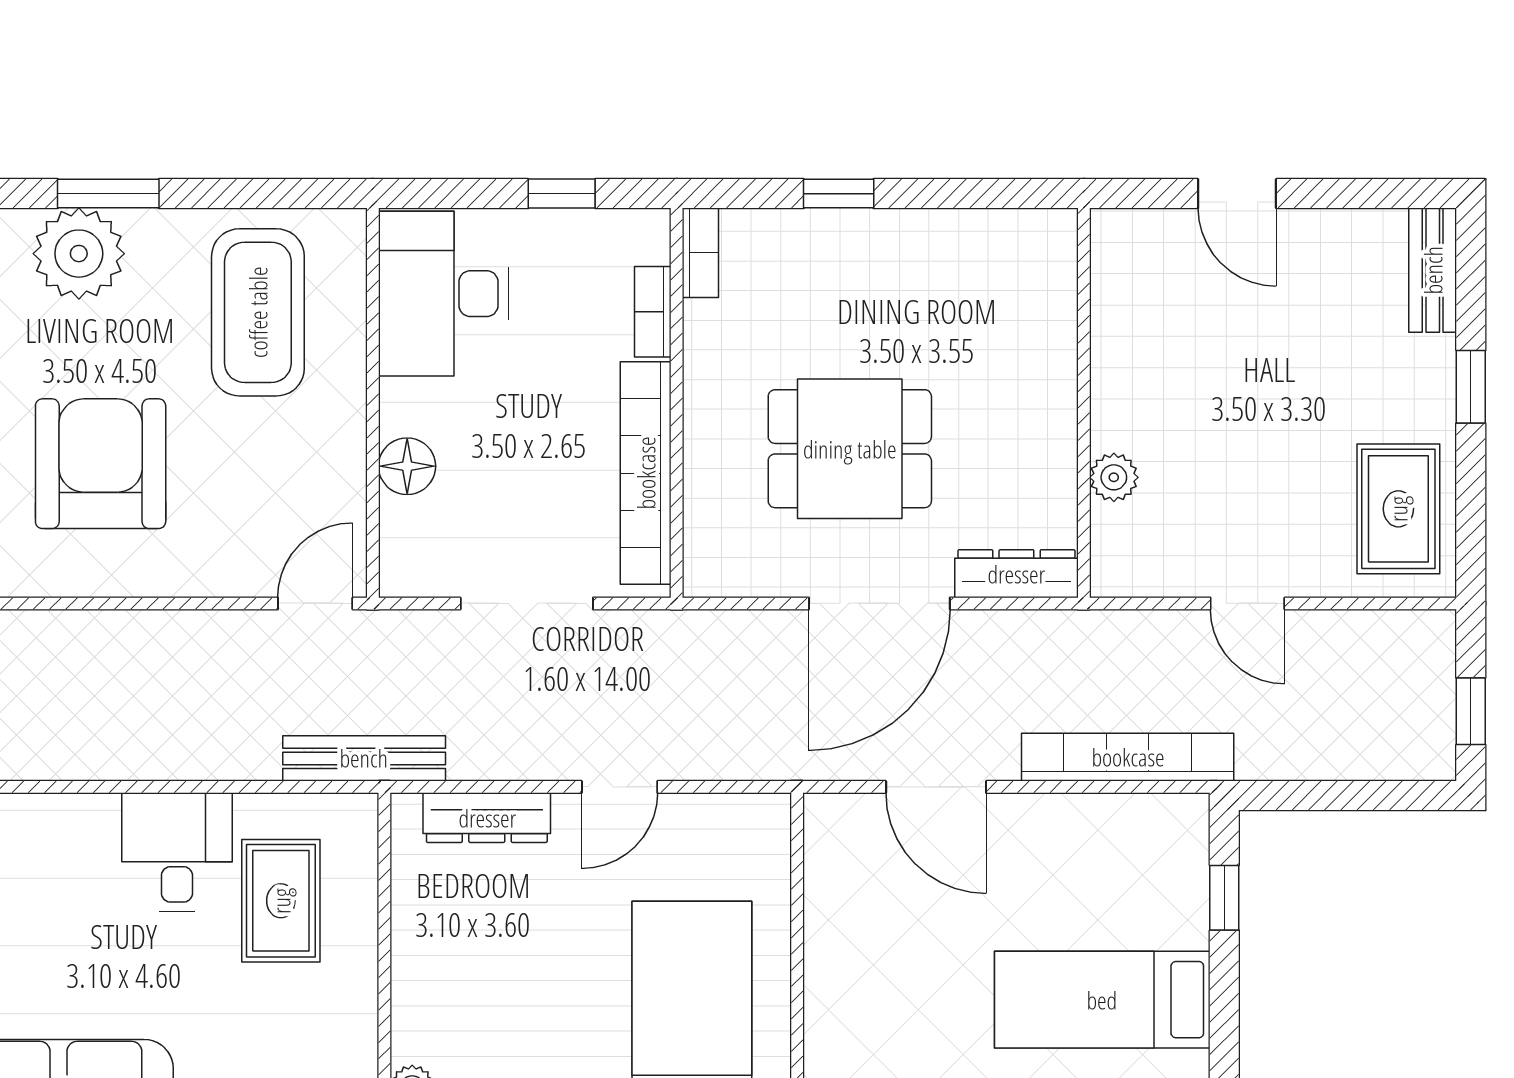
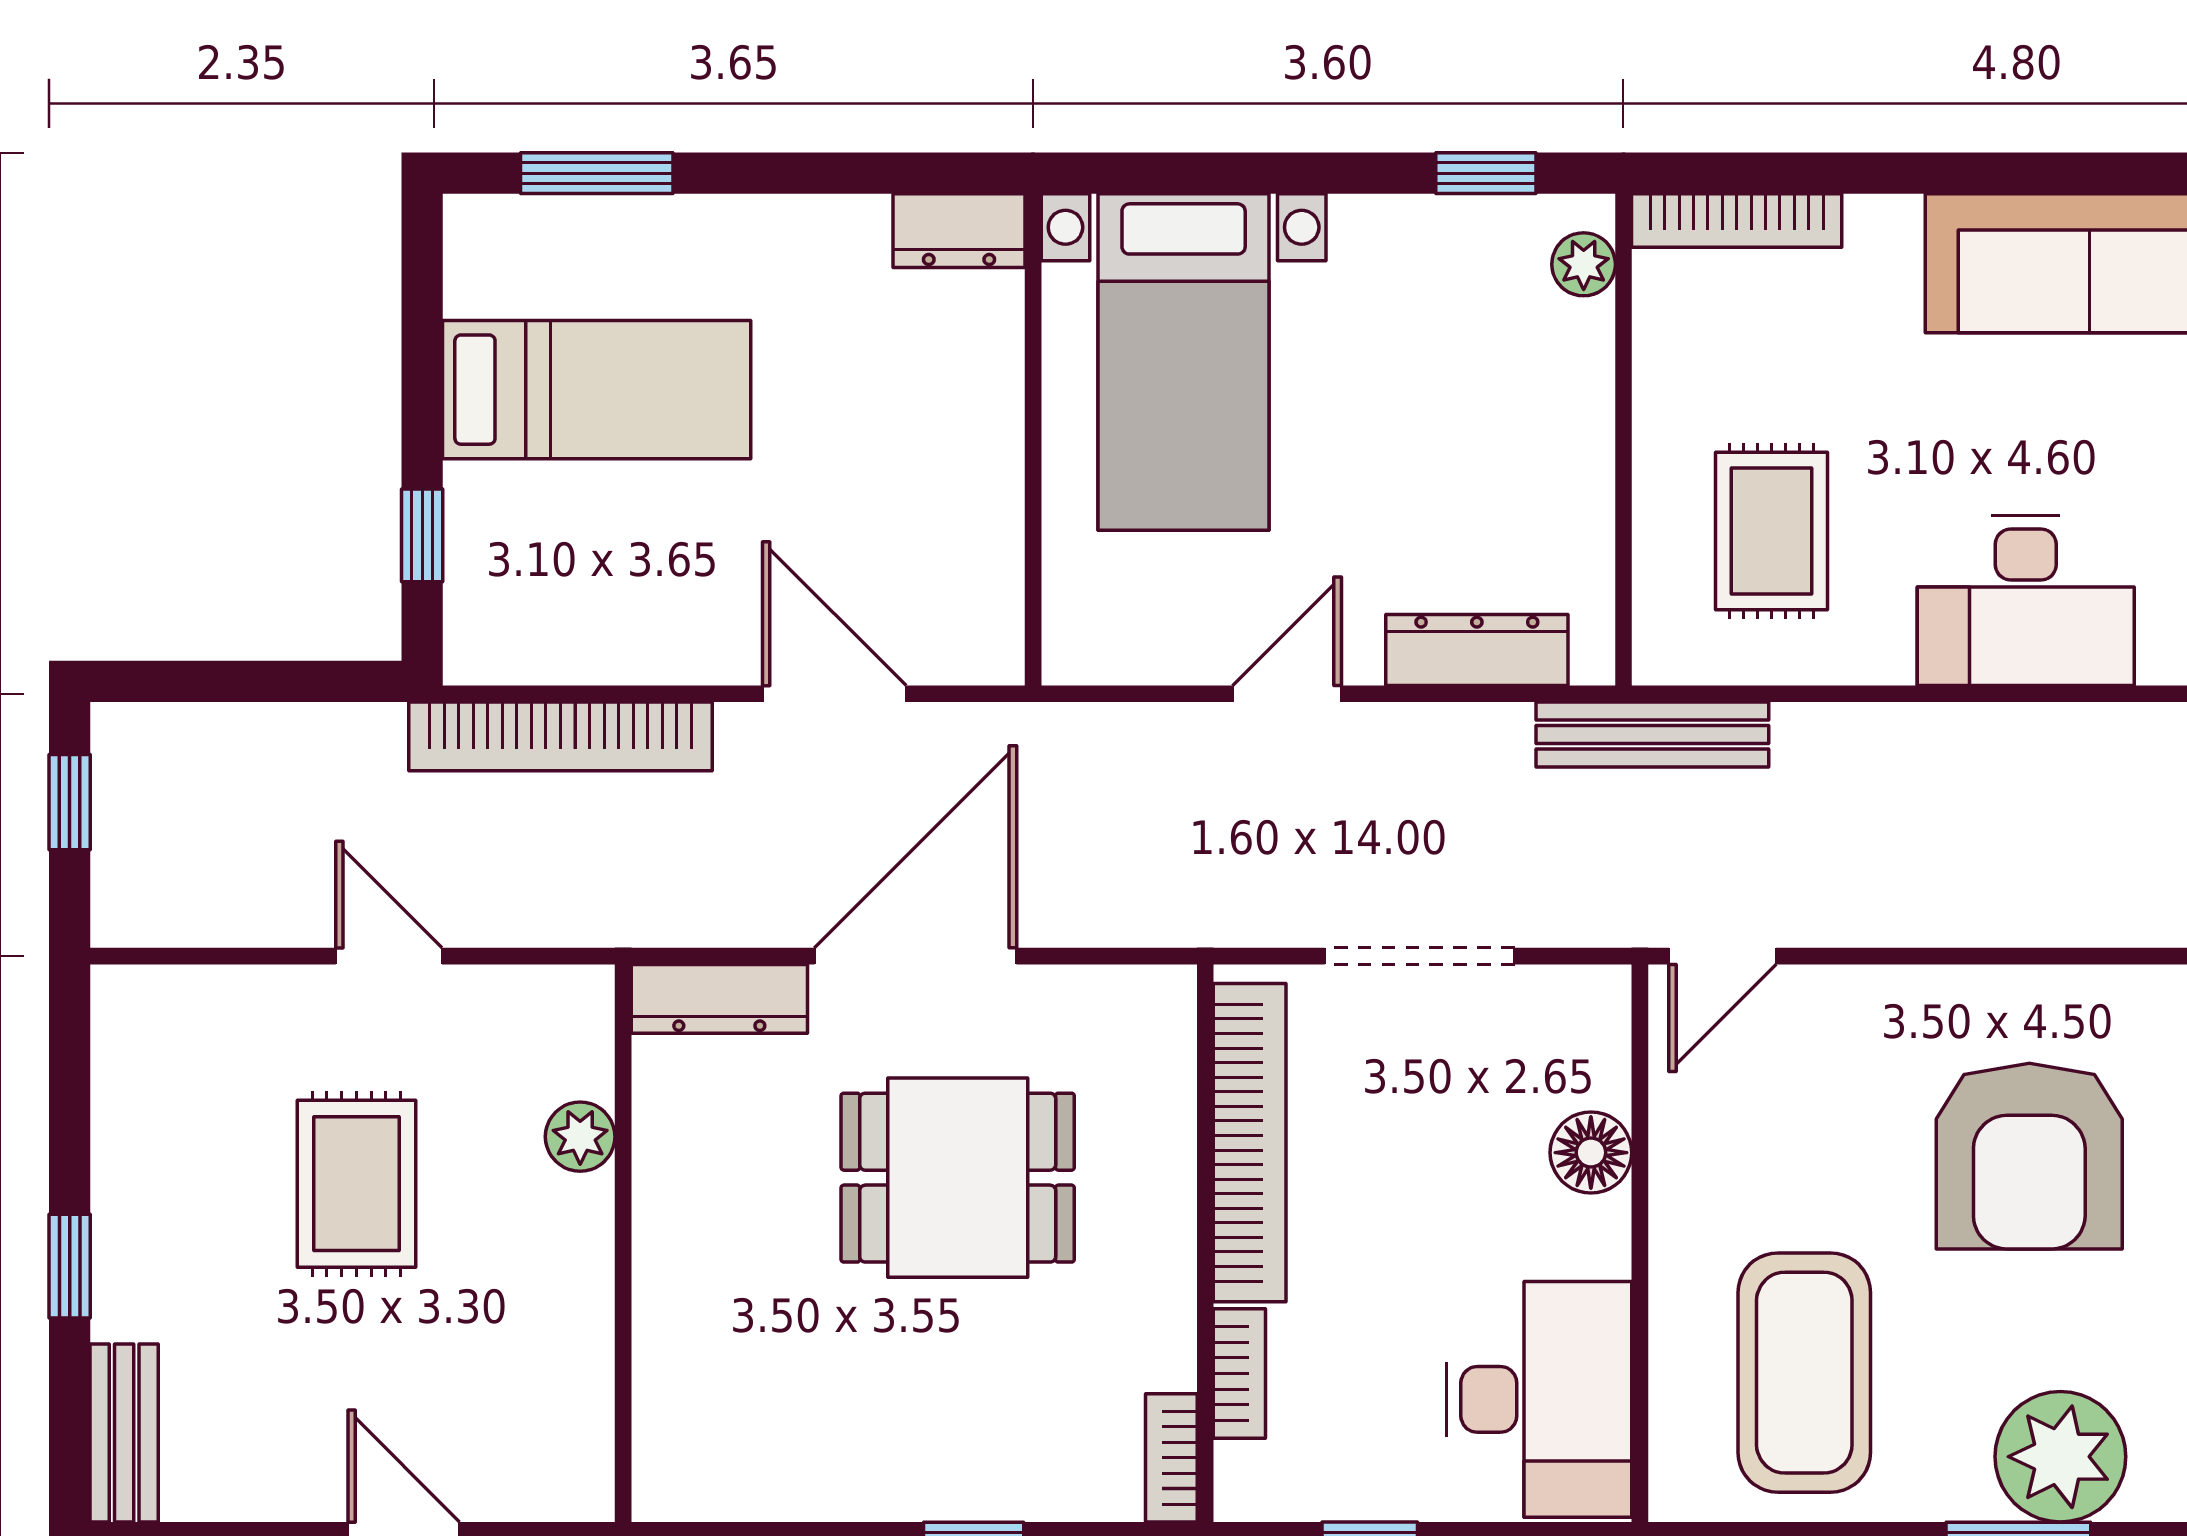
rug: (1398, 509) -> (356, 1184), moved
desk: (177, 852) -> (2026, 600), moved, width x1.37

